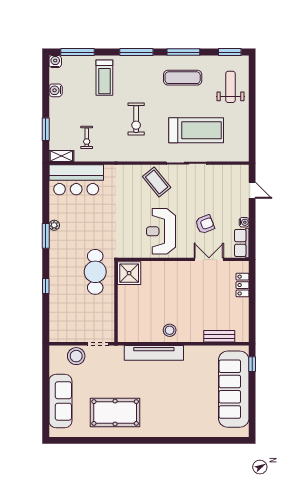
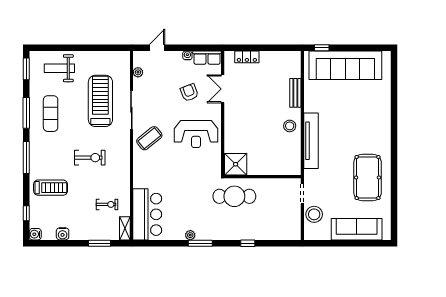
window: (77, 52) -> (26, 213), width x0.46
plant: (226, 170) -> (138, 72), added
bench: (219, 336) -> (295, 93), moved

